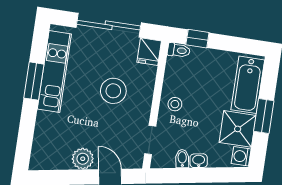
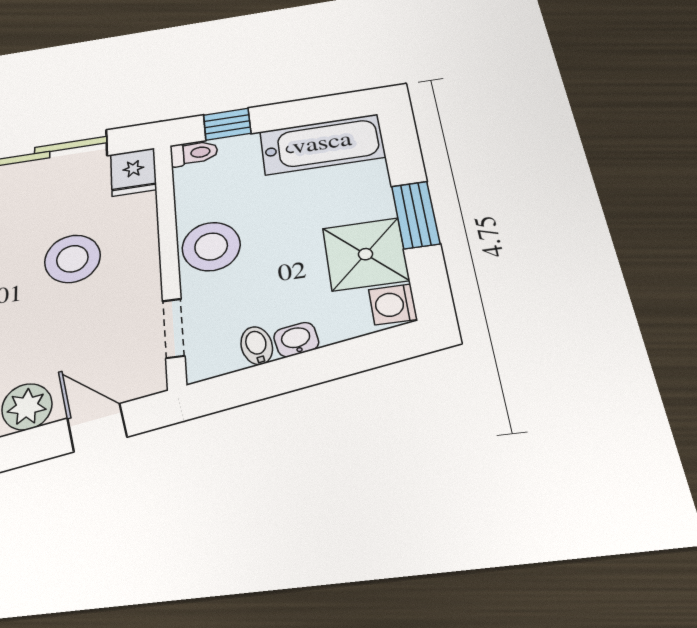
bathtub: (248, 85) -> (322, 144), moved, turned -90
stool: (175, 104) -> (211, 246), width x1.89, depth x1.89

